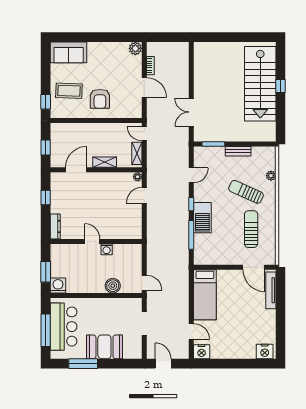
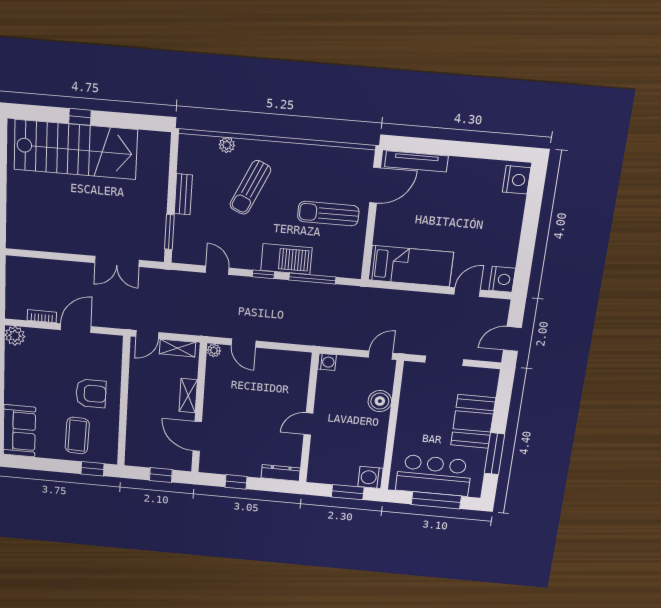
sun lounger: (251, 229) -> (328, 214), moved
washing machine: (107, 249) -> (327, 362), moved

